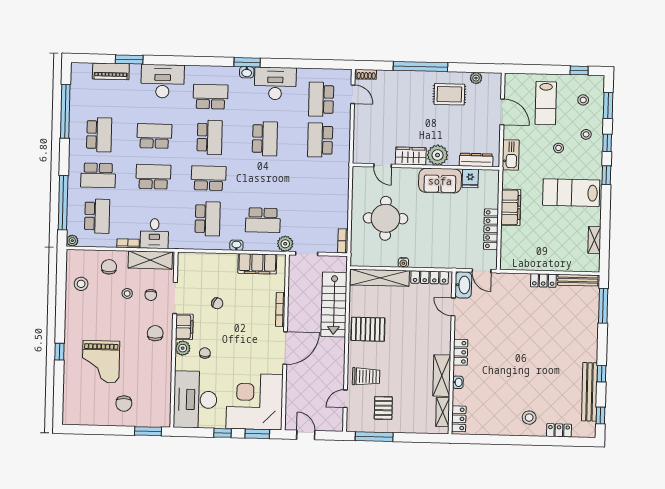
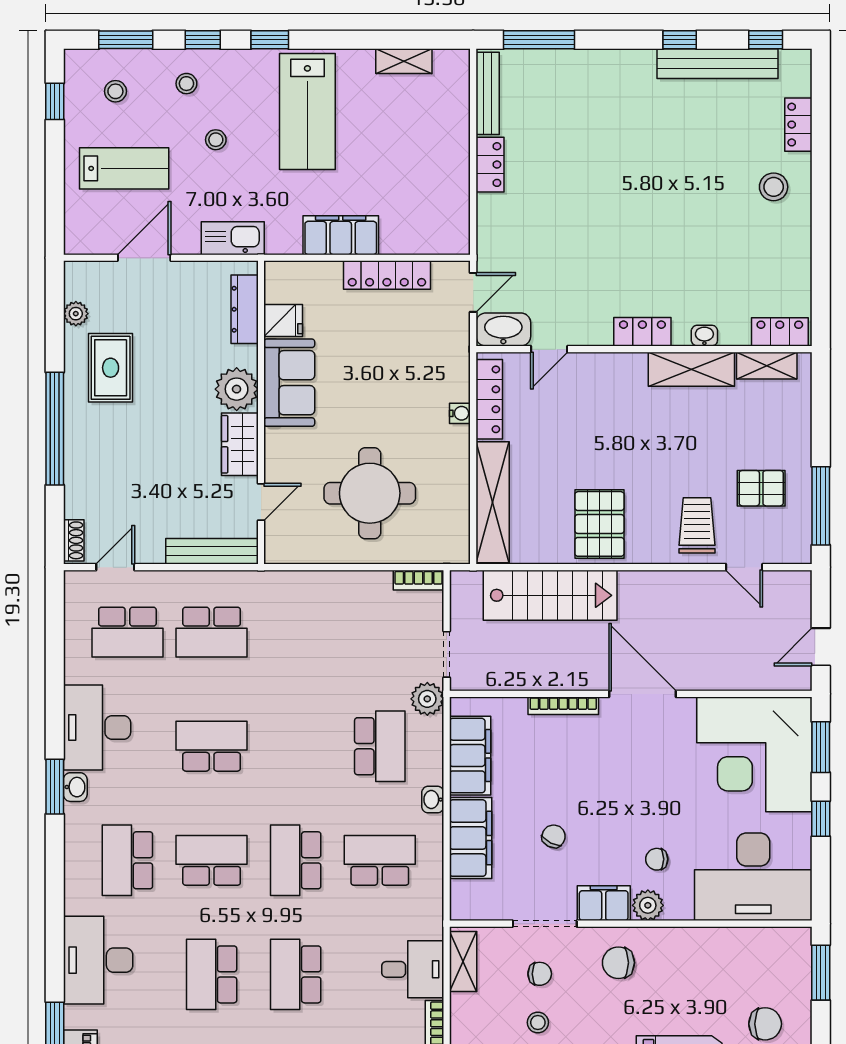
bench: (359, 141) -> (212, 551), added
shelving: (150, 260) -> (463, 962), width x0.67, depth x0.75
water cooler: (403, 262) -> (460, 413), moved
filing cabinet: (217, 263) -> (471, 838), added

